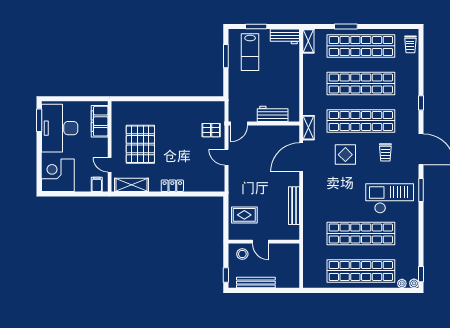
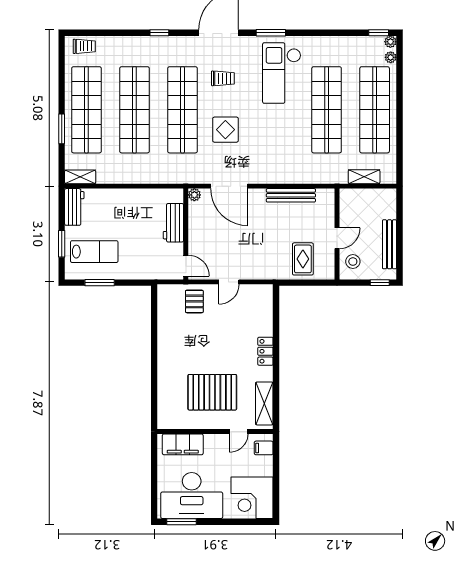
shelving: (308, 128) -> (364, 177), moved
plant: (294, 130) -> (194, 195), added

